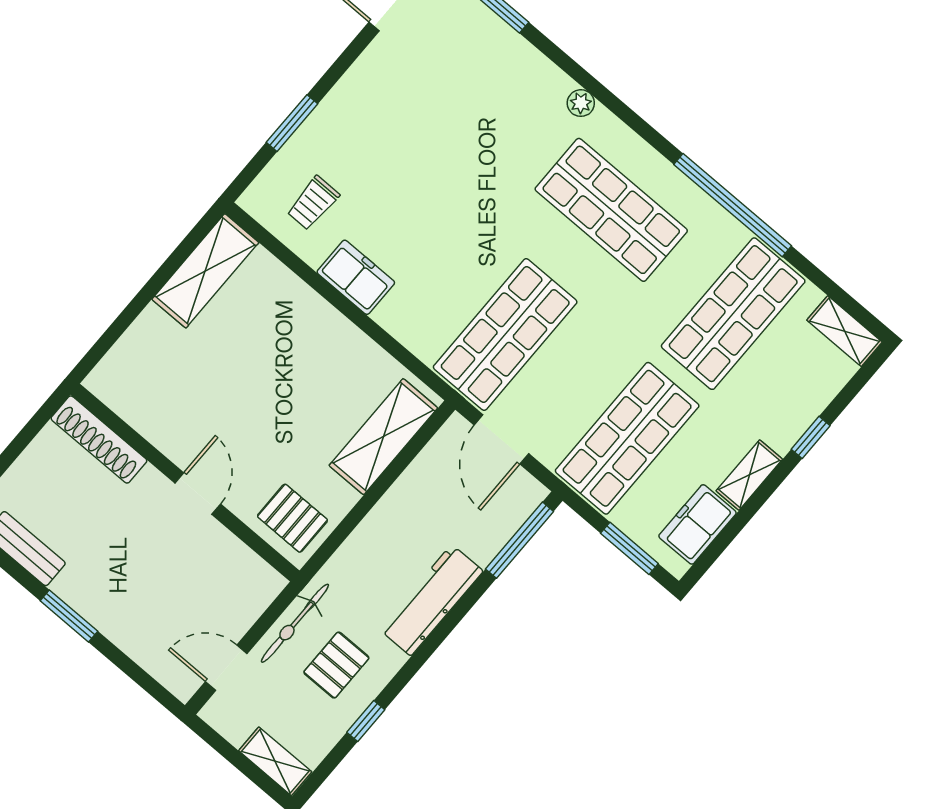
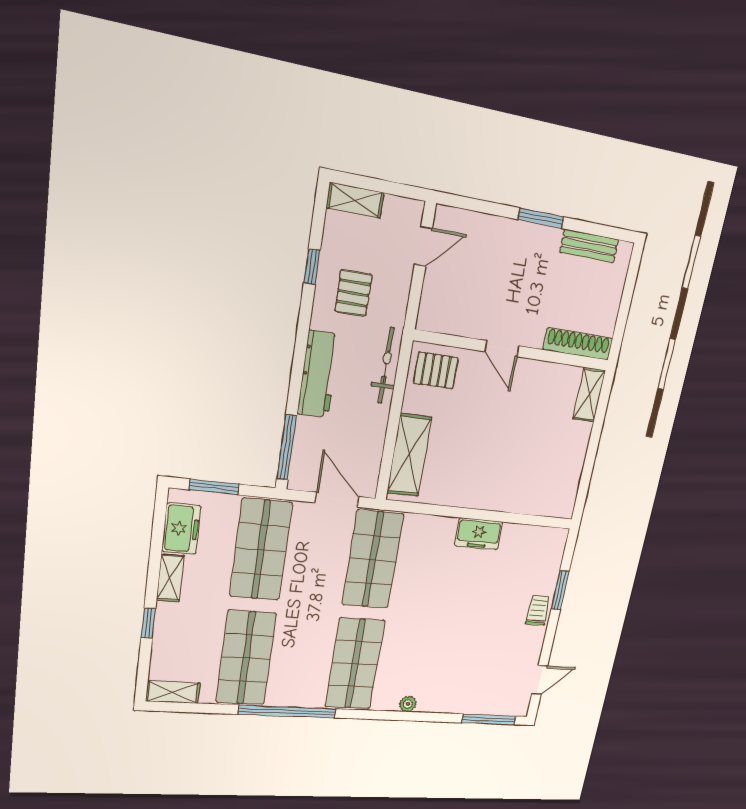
trolley: (313, 203) -> (538, 610), moved
shop shelf: (611, 210) -> (355, 664), turned 90
shelving: (205, 271) -> (589, 395), moved, width x0.67, depth x0.75
bicycle: (295, 623) -> (386, 366), moved

